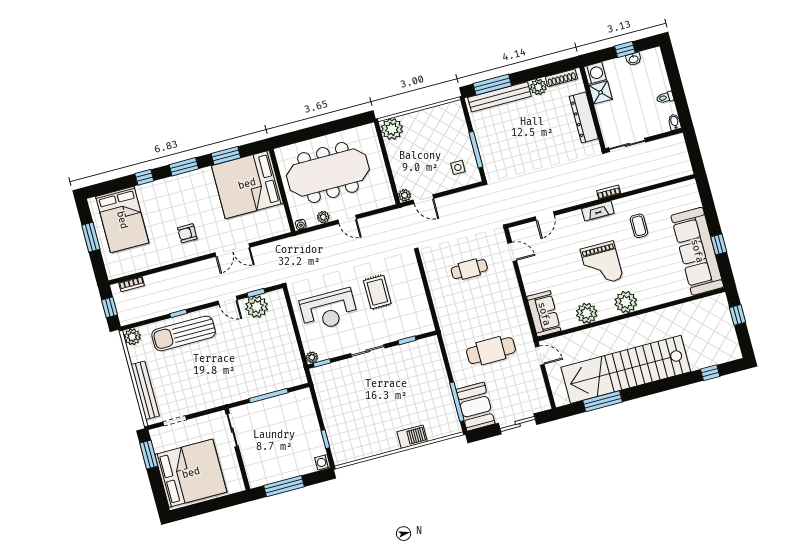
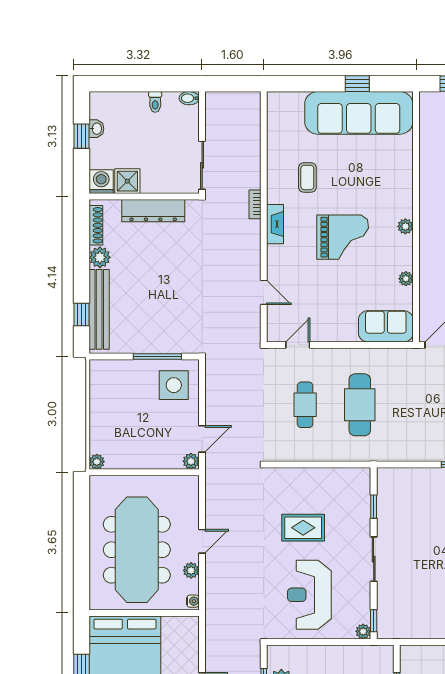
window: (492, 85) -> (81, 314), width x0.46
plant: (392, 129) -> (97, 462), width x0.53, depth x0.53
side table: (458, 167) -> (174, 385), width x1.87, depth x1.87
coffee table: (639, 226) -> (307, 177), turned 90
plant: (626, 302) -> (405, 226), width x0.53, depth x0.53
reception desk: (329, 310) -> (309, 595), turned 180
plant: (587, 313) -> (406, 279), width x0.53, depth x0.53
cafe table: (491, 351) -> (360, 405), moved

